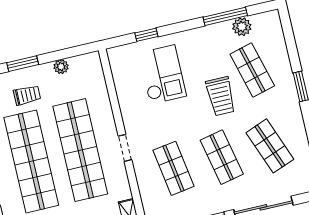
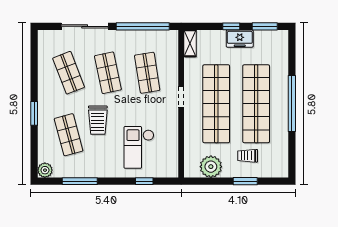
plant: (242, 27) -> (45, 170), moved
plant: (61, 67) -> (211, 167), width x1.87, depth x1.87
trolley: (221, 96) -> (98, 120), turned 180

